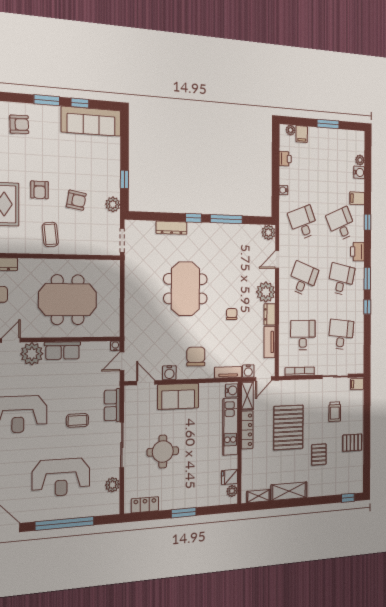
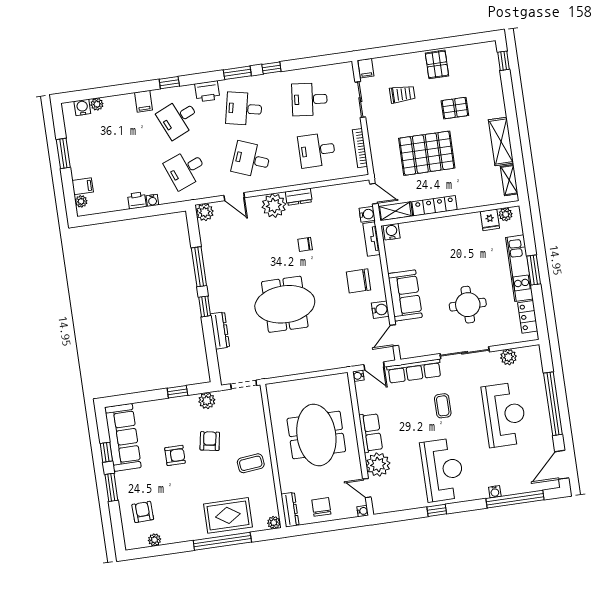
printer: (285, 159) -> (137, 200), moved
water cooler: (359, 172) -> (82, 107), moved
armchair: (40, 190) -> (175, 455), moved
tv unit: (270, 342) -> (331, 192), removed
row of seats: (112, 405) -> (414, 371), width x1.48
kitchen unit: (230, 427) -> (519, 268), moved, turned 90

